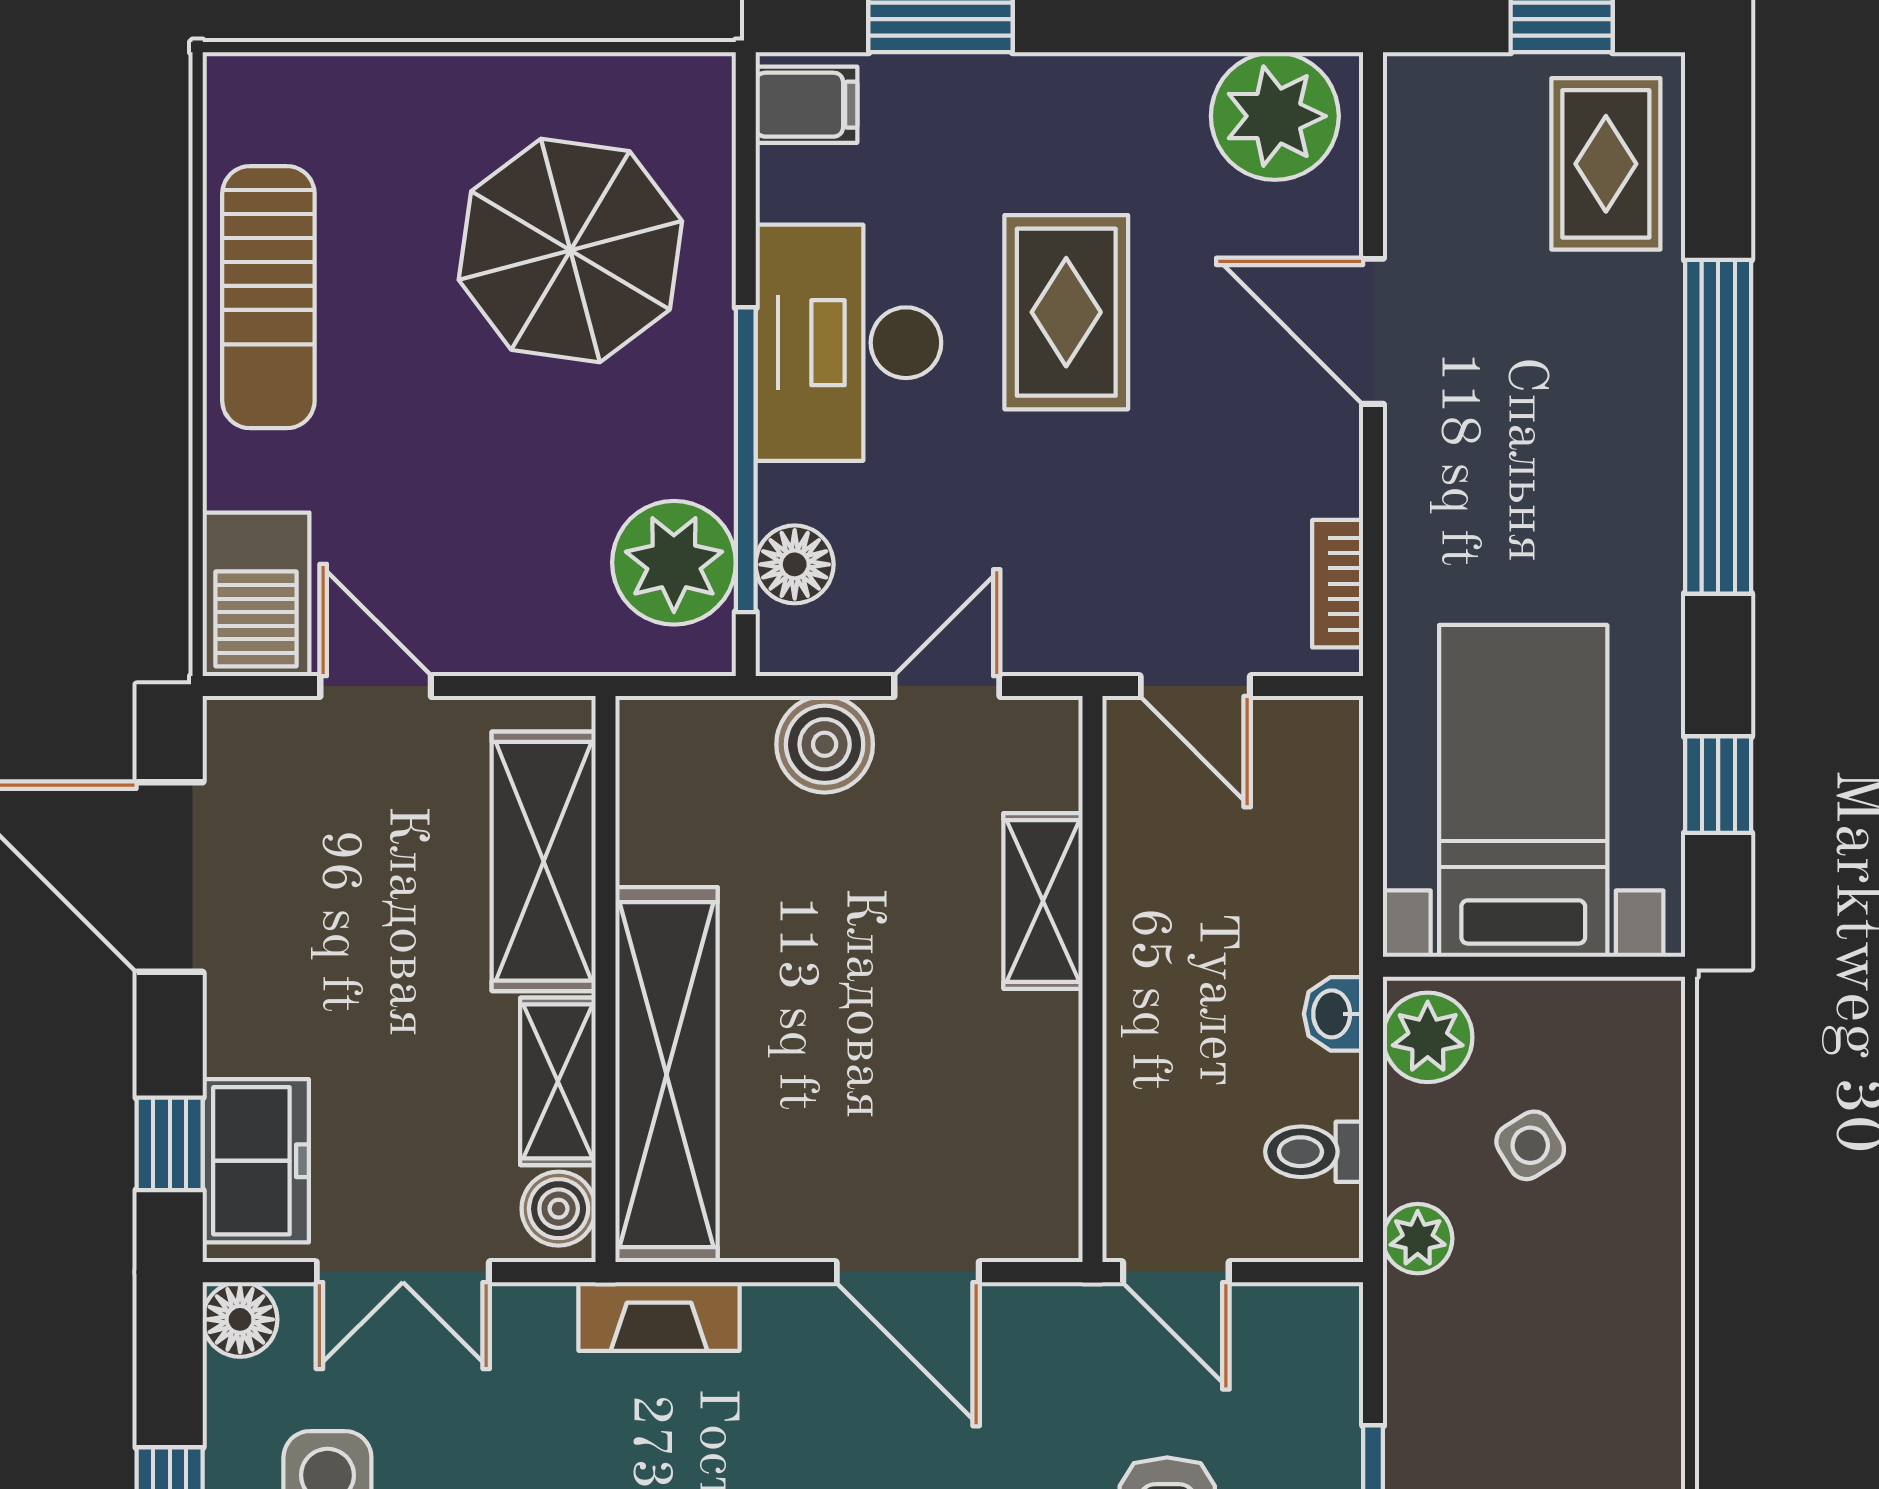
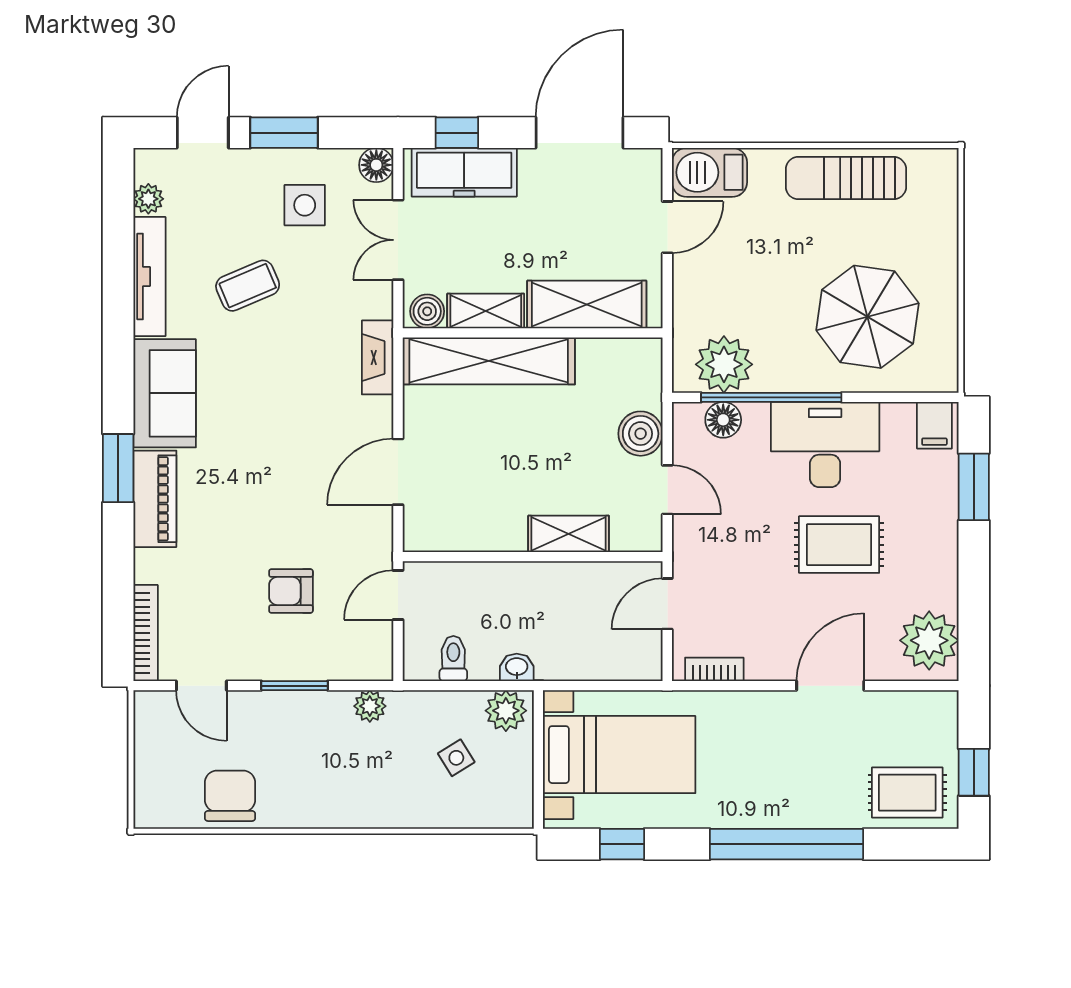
freezer: (256, 1161) -> (464, 172), width x1.40
plant: (1418, 1239) -> (370, 706), moved

